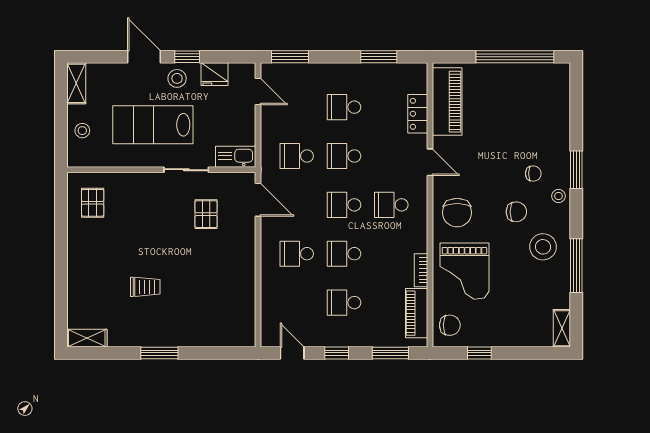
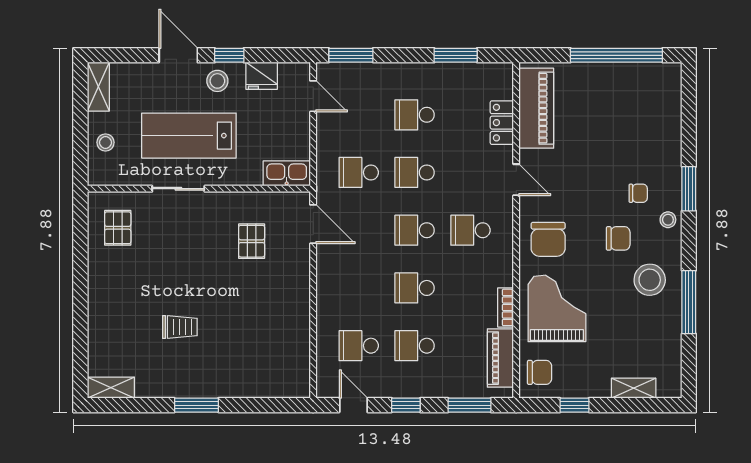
sliding door: (186, 170) -> (178, 189), moved
school desk: (297, 254) -> (359, 346), moved
grand piano: (464, 271) -> (557, 308), turned 180
shelving: (562, 328) -> (634, 388), moved, turned 90

